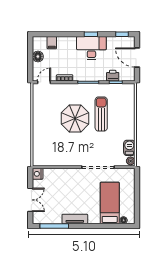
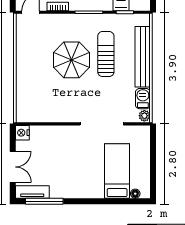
bench: (129, 116) -> (143, 57), added
tv unit: (75, 219) -> (32, 192), moved

